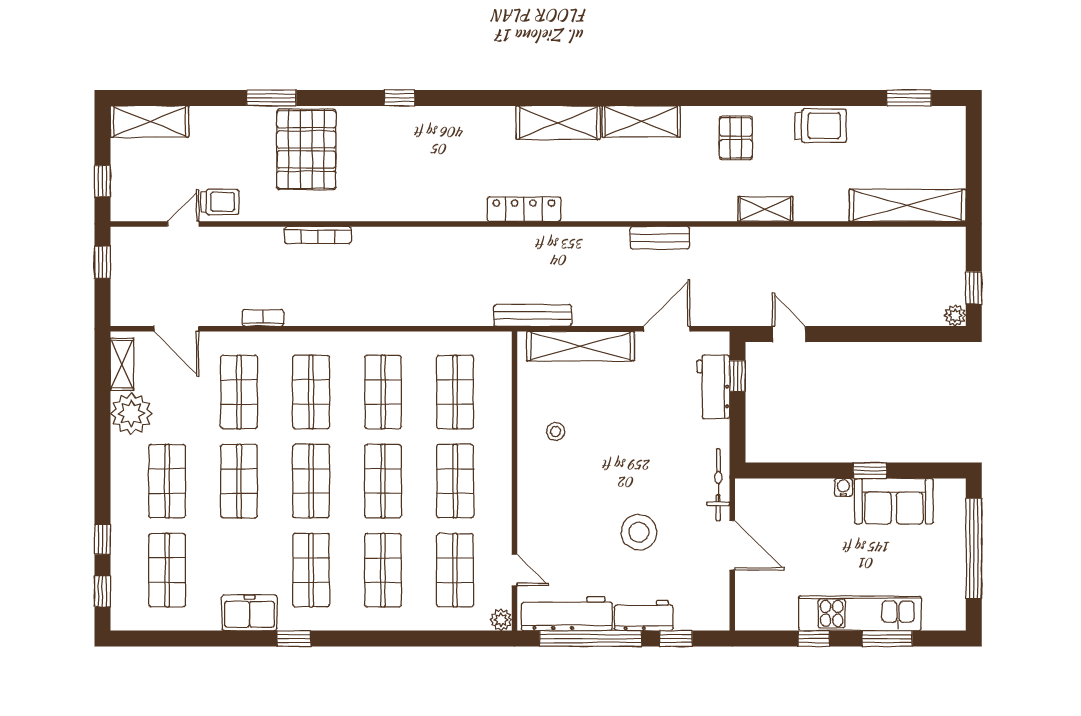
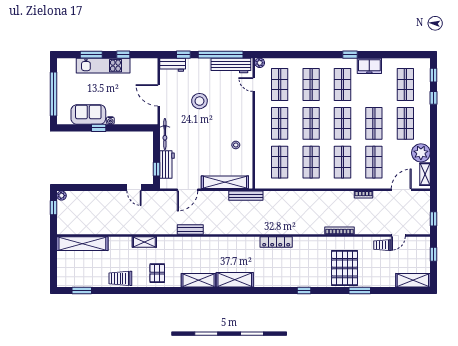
locker: (524, 209) -> (276, 242), moved
door: (176, 329) -> (401, 190), hinge flipped
bicycle: (718, 485) -> (165, 134), moved
workbench: (644, 616) -> (173, 65), moved

